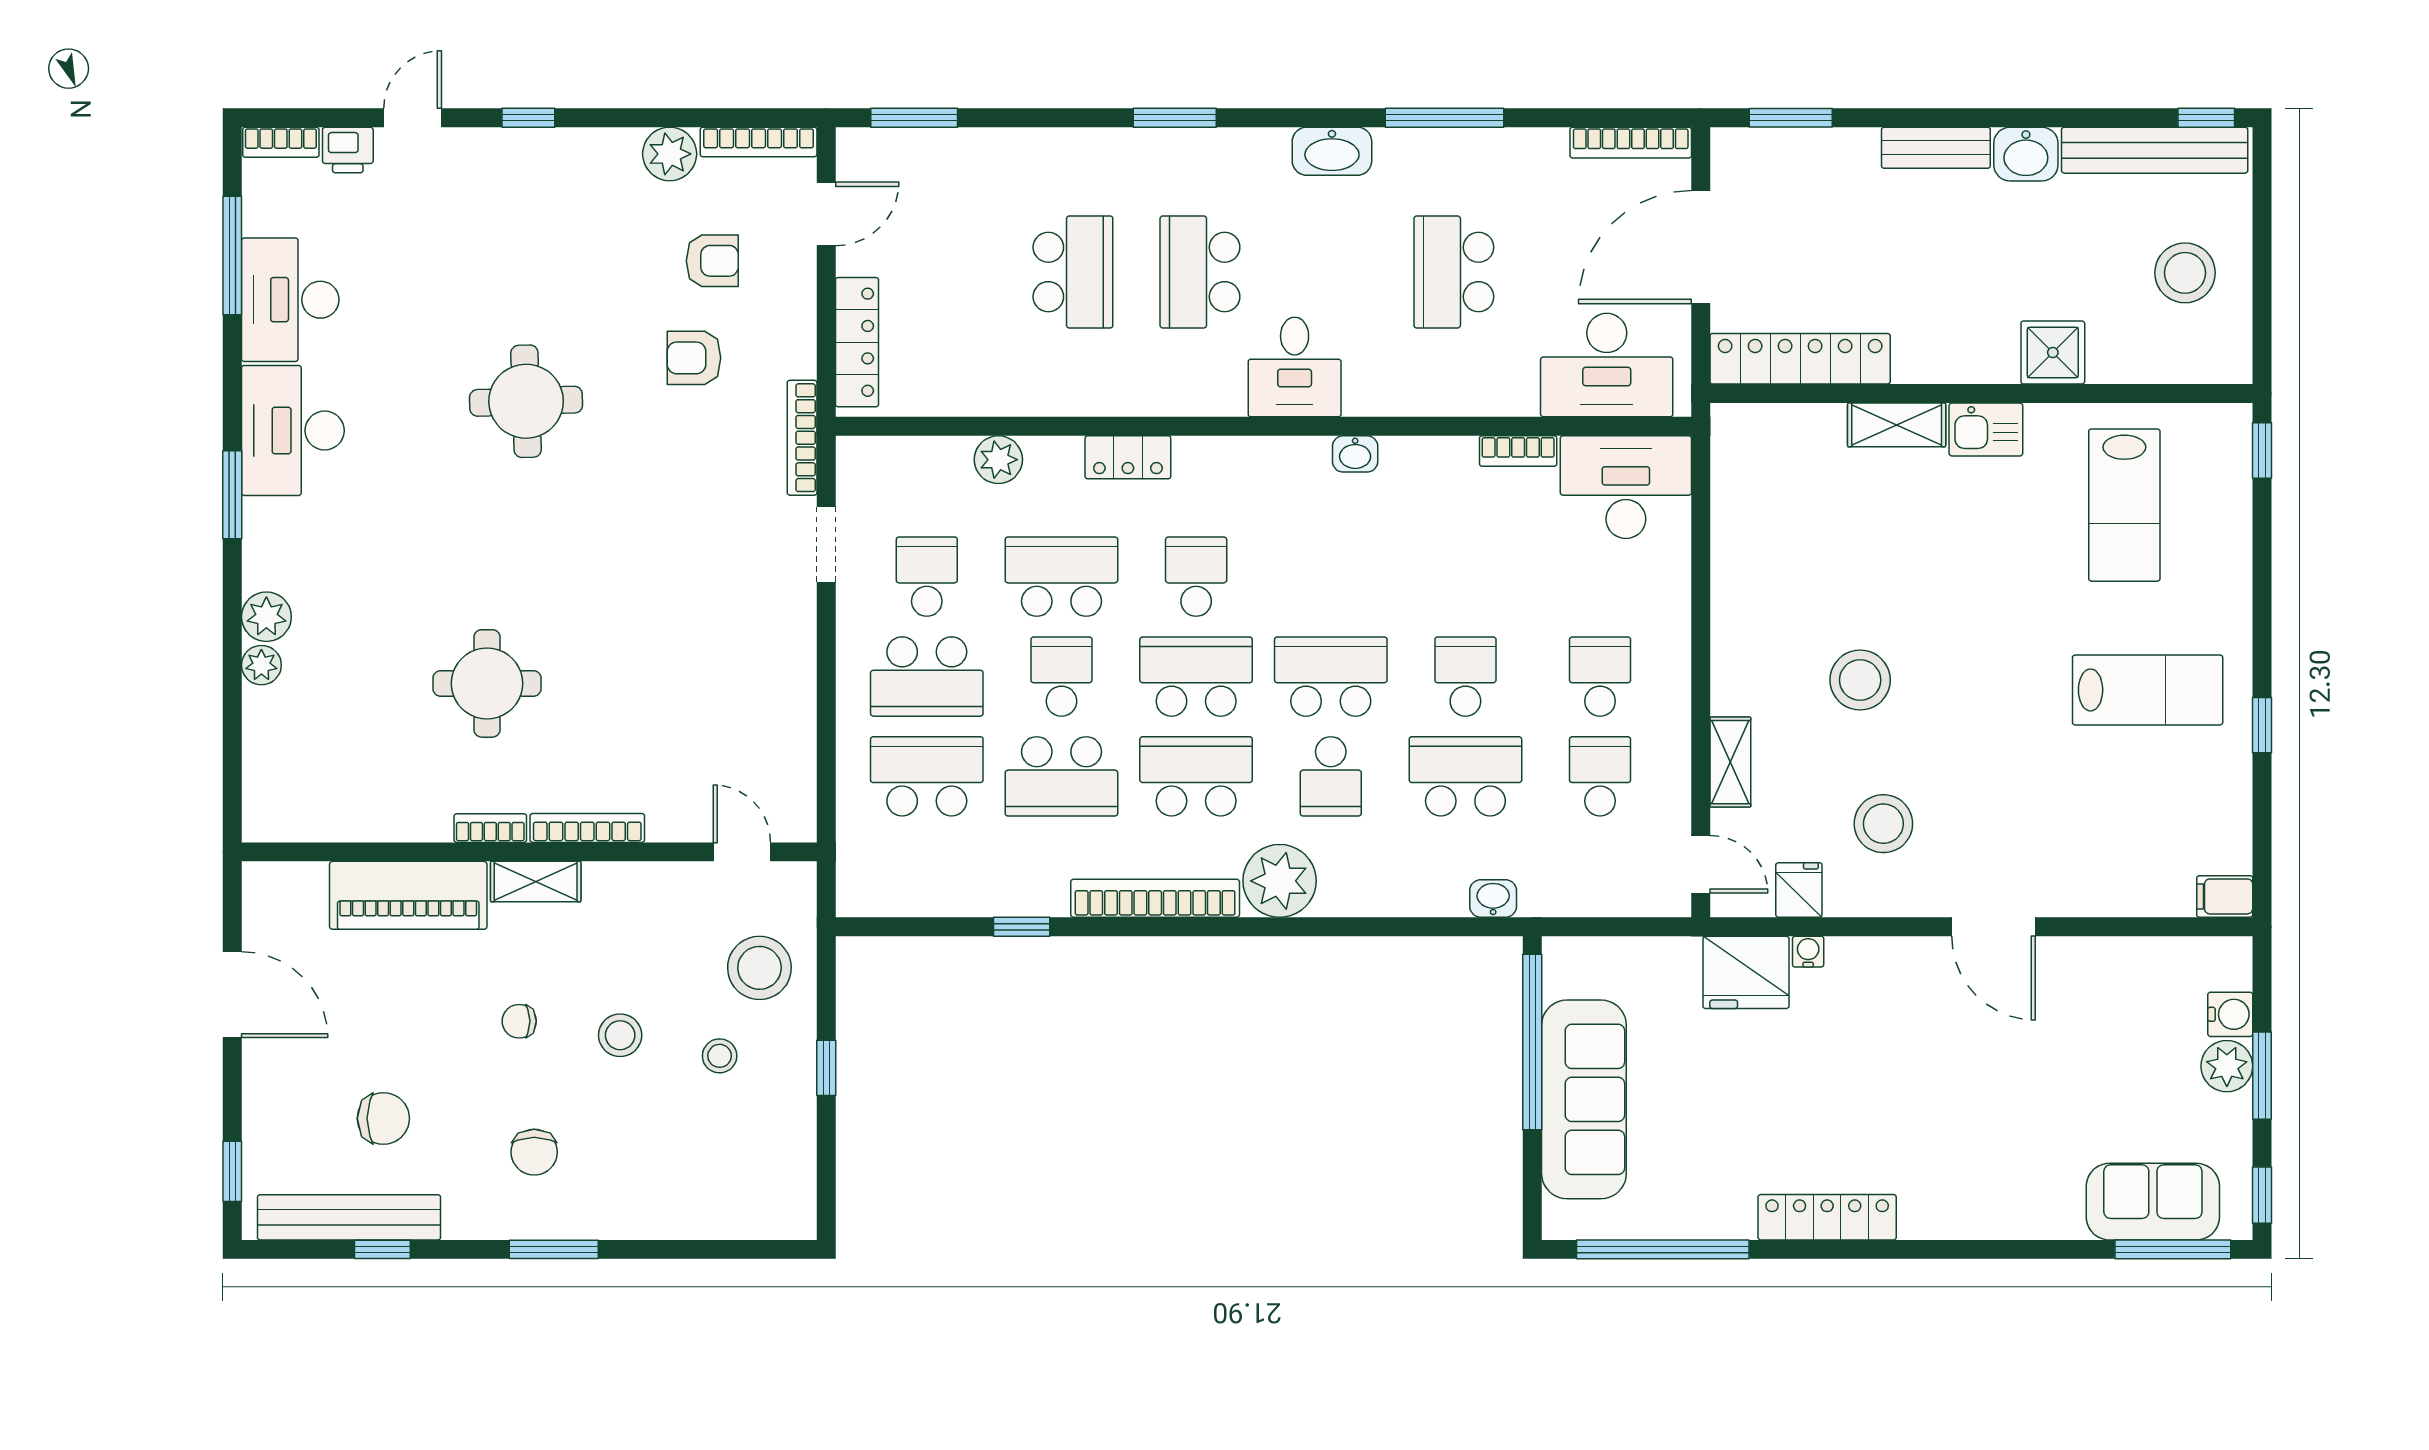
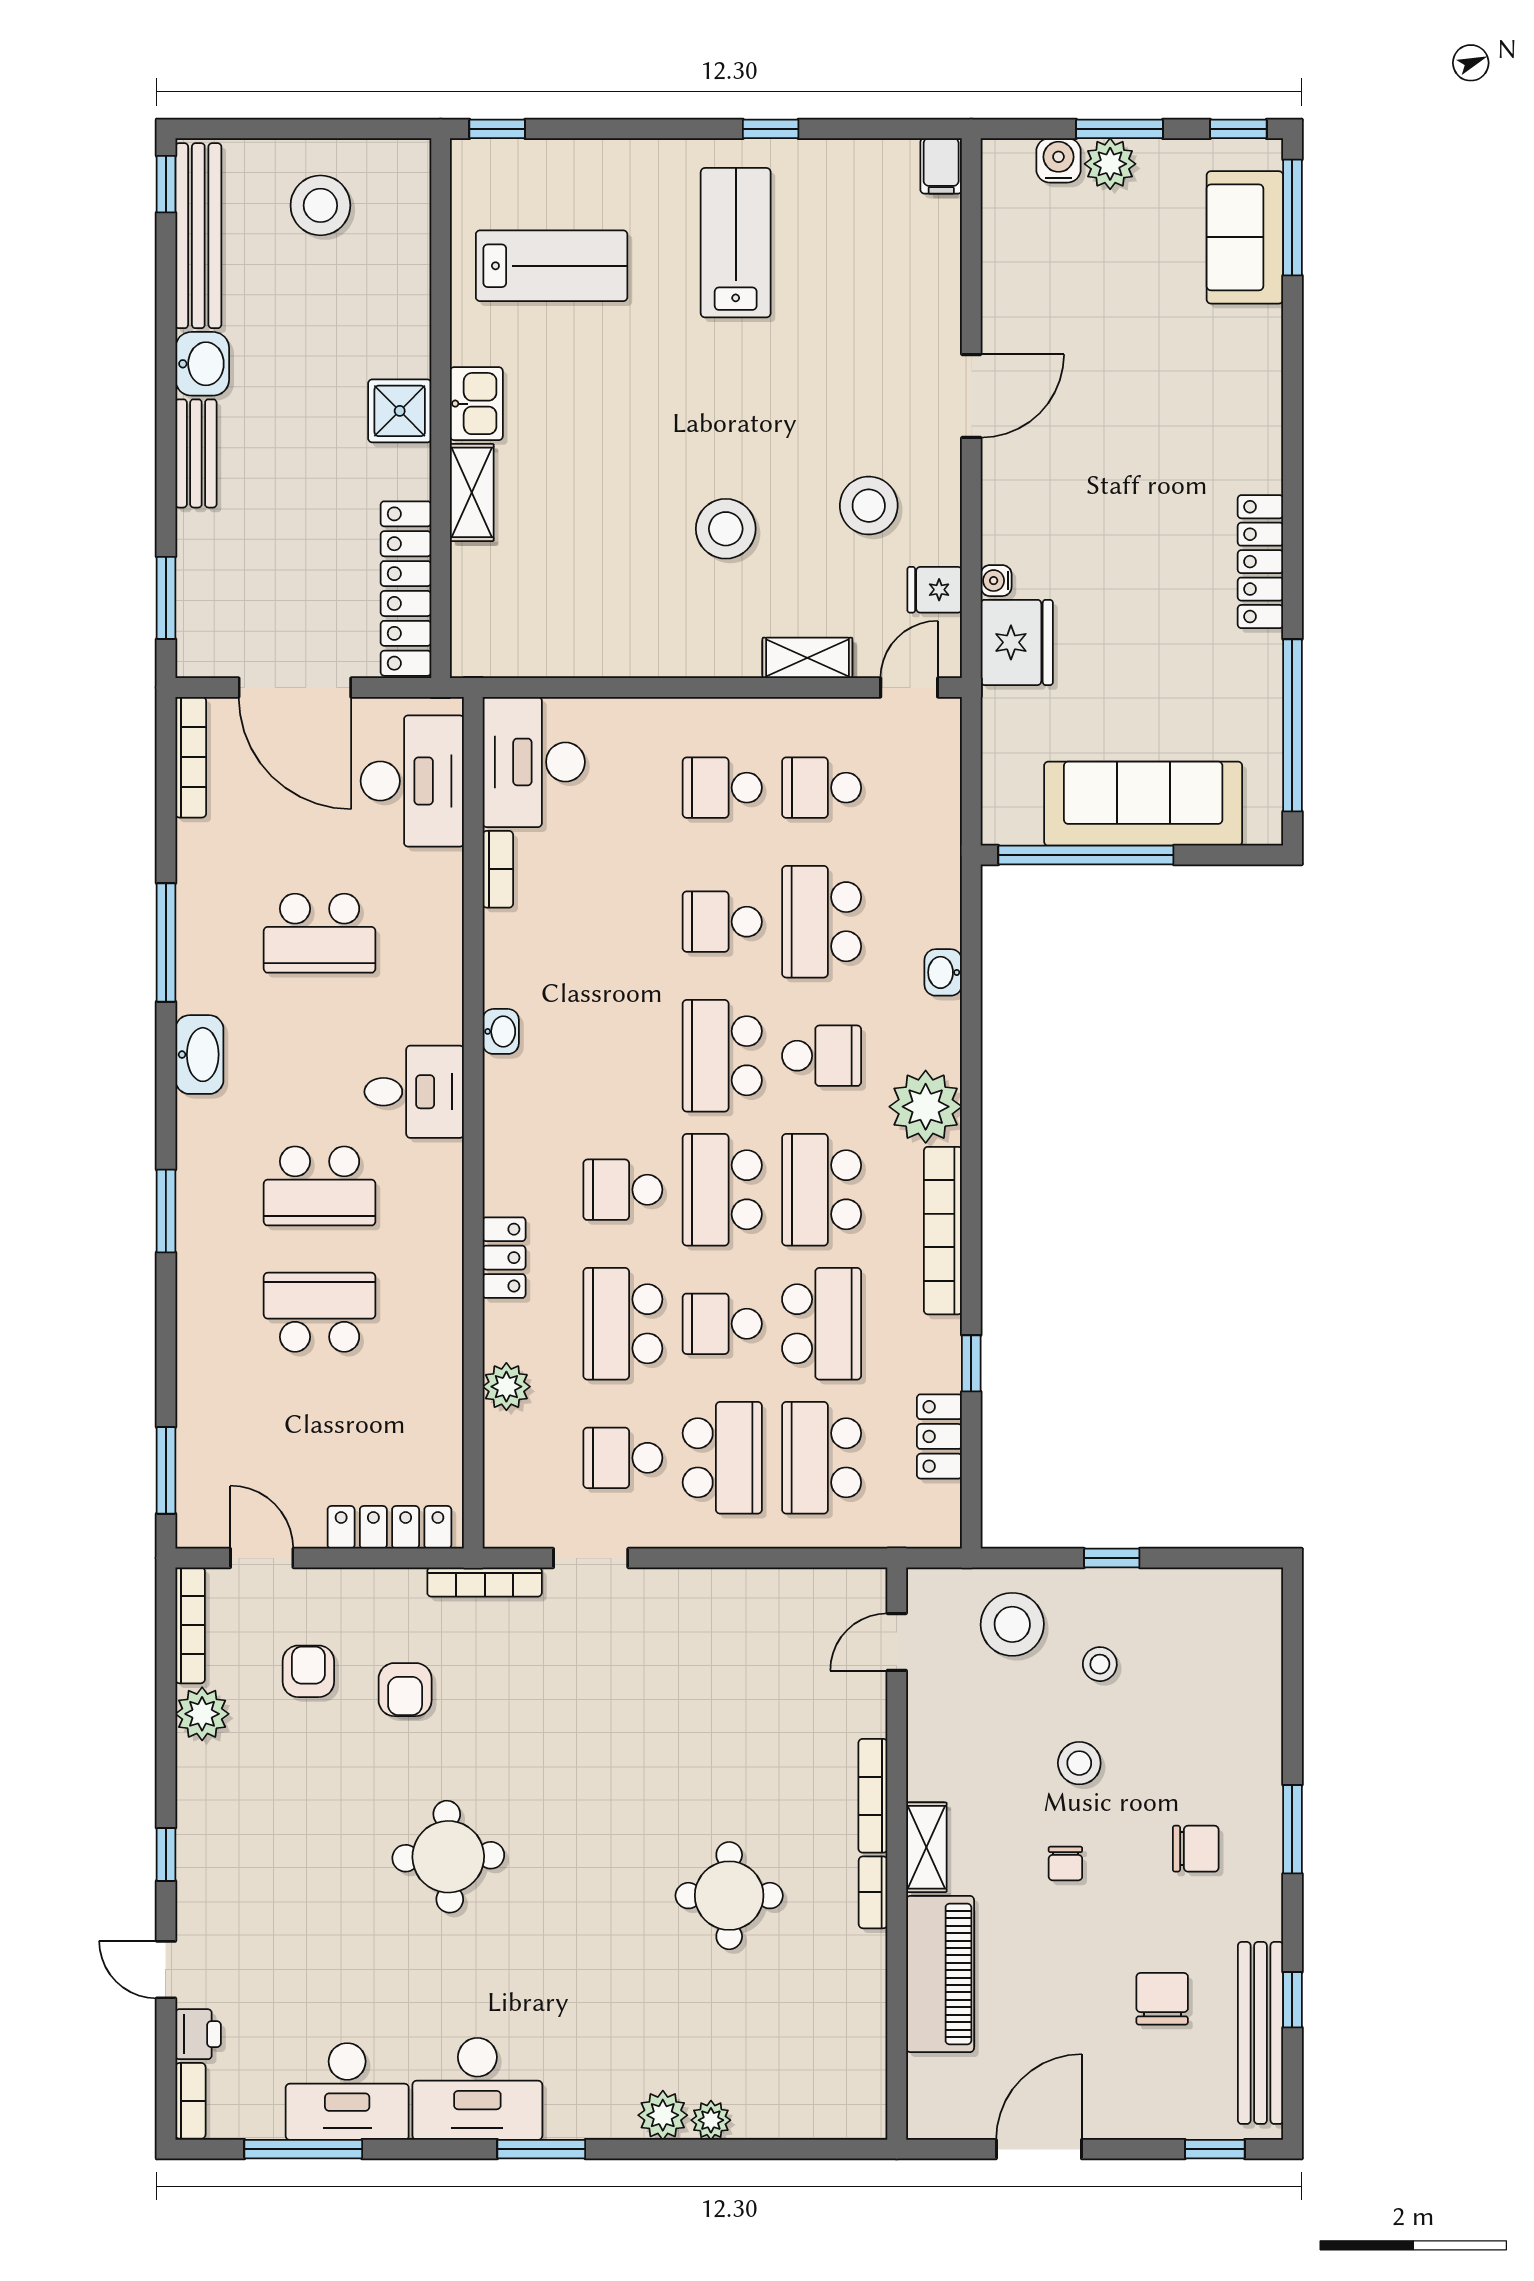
shower: (2053, 352) -> (400, 411), moved
locker: (948, 895) -> (939, 1436), added
washbasin: (1493, 898) -> (943, 972), moved

